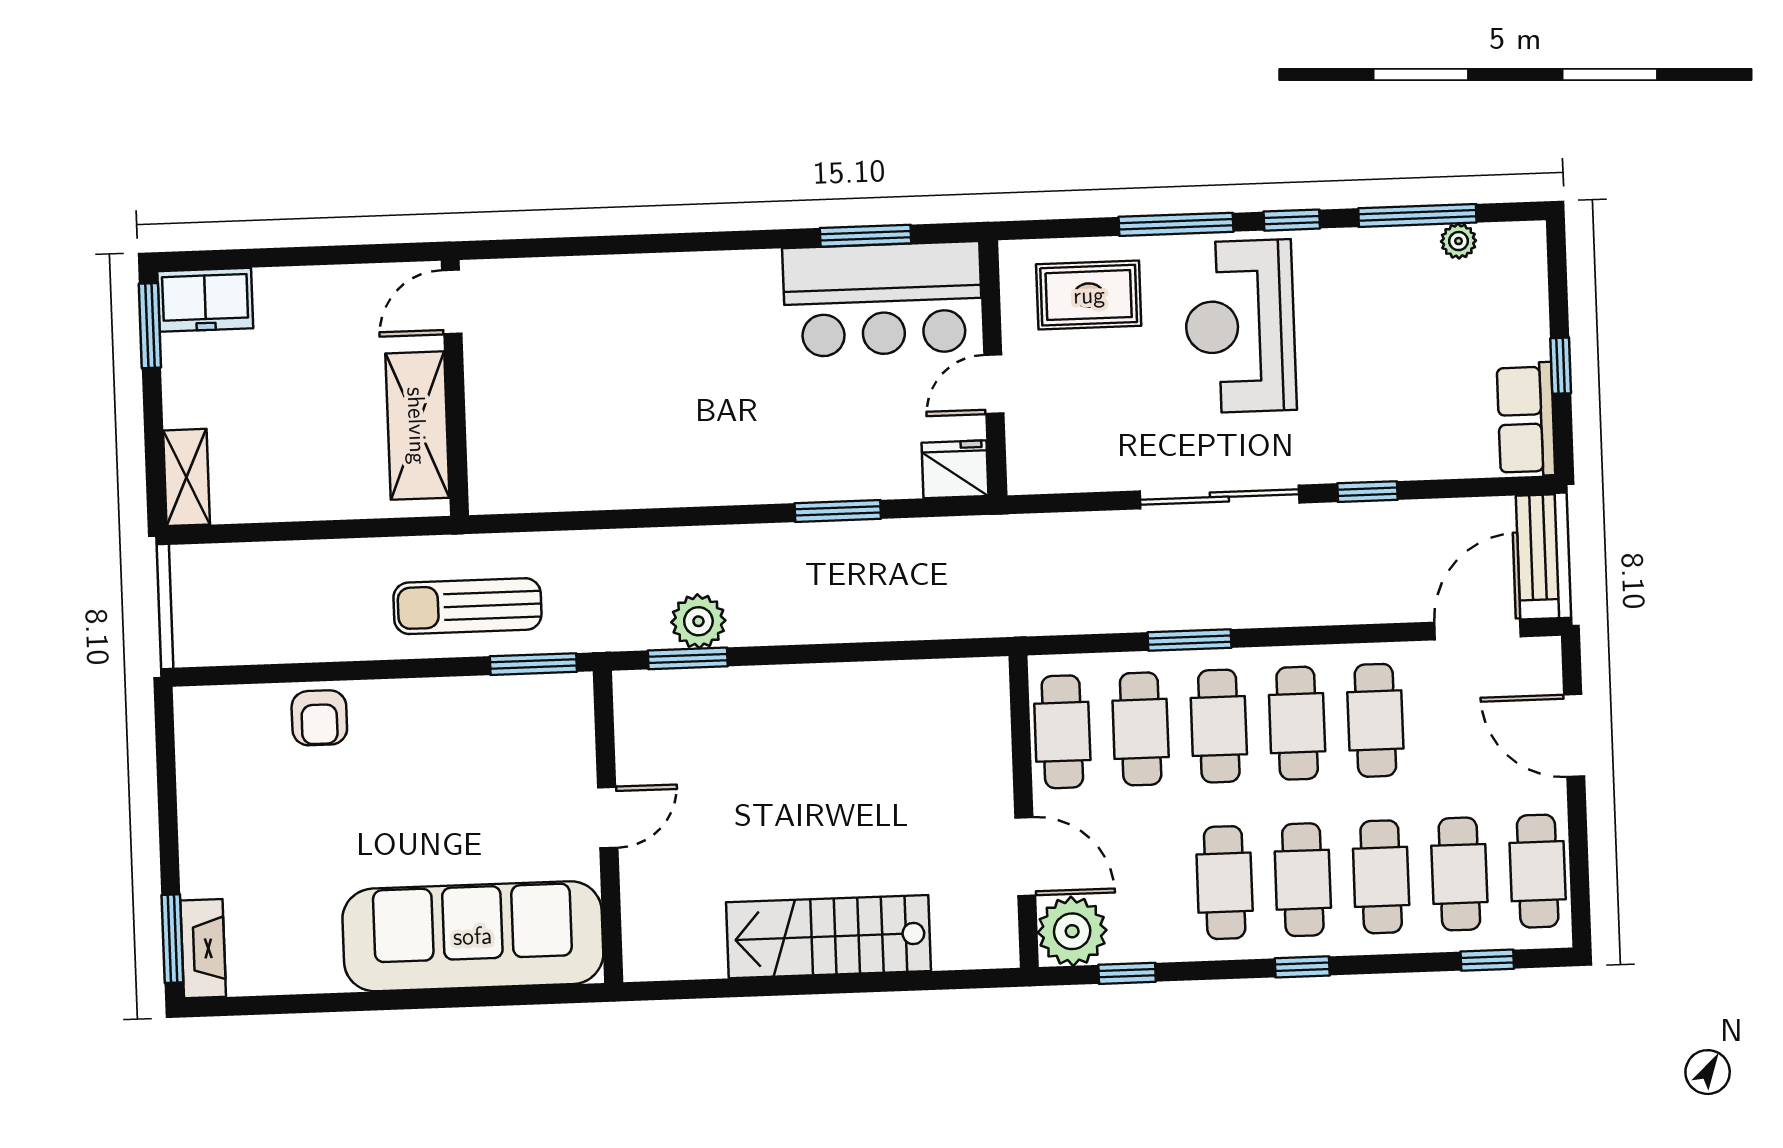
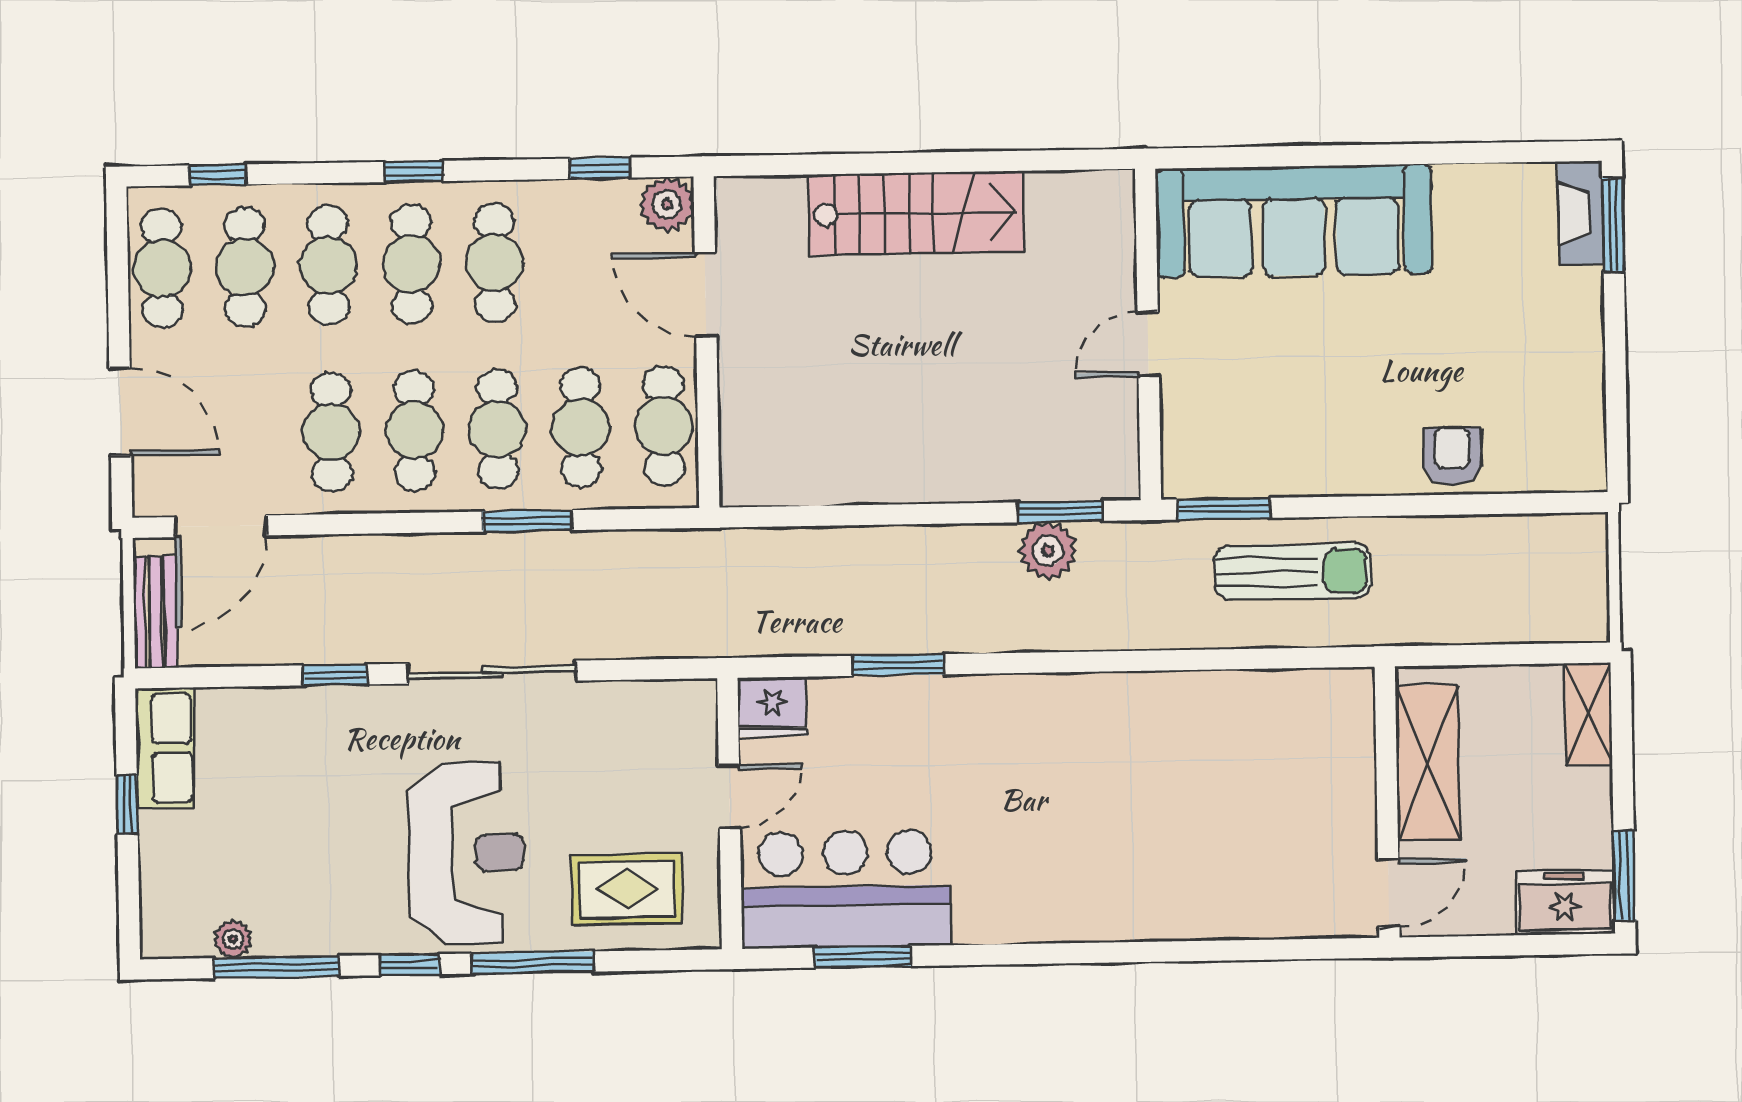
door: (452, 302) -> (1389, 893), moved
wall: (455, 388) -> (1387, 802), moved
shelving: (417, 426) -> (1428, 763), moved
plant: (1072, 931) -> (667, 204), width x0.73, depth x0.73

